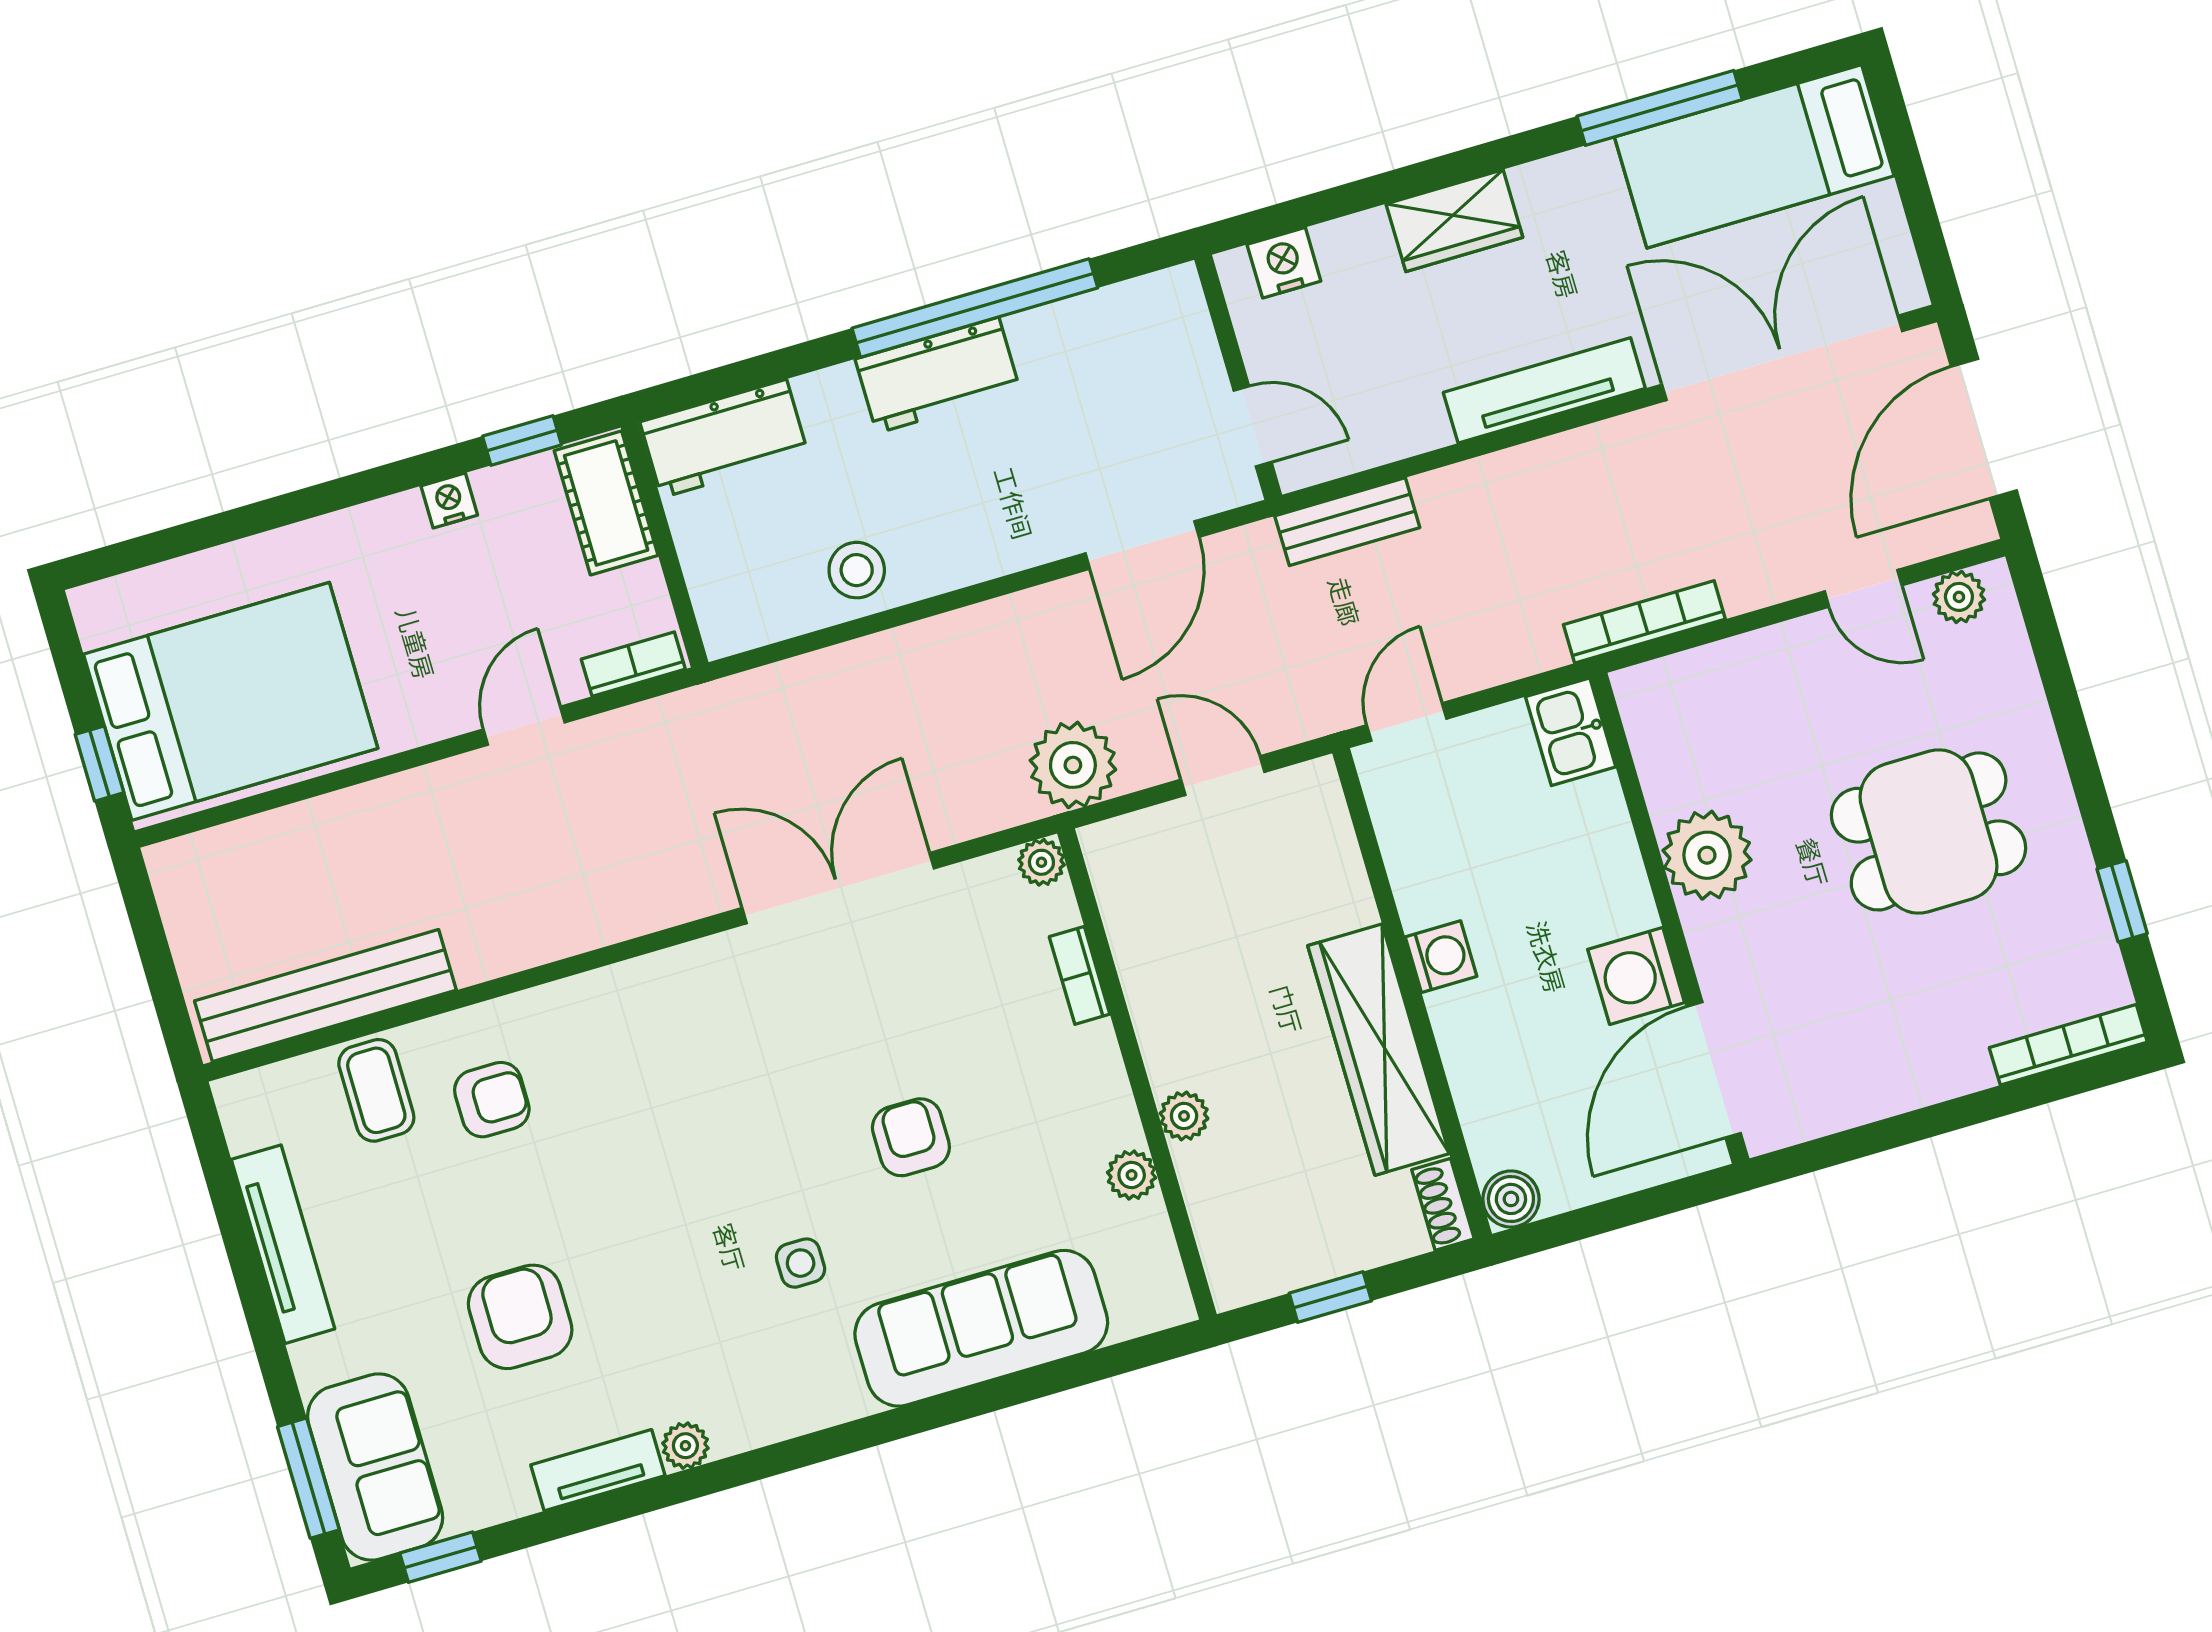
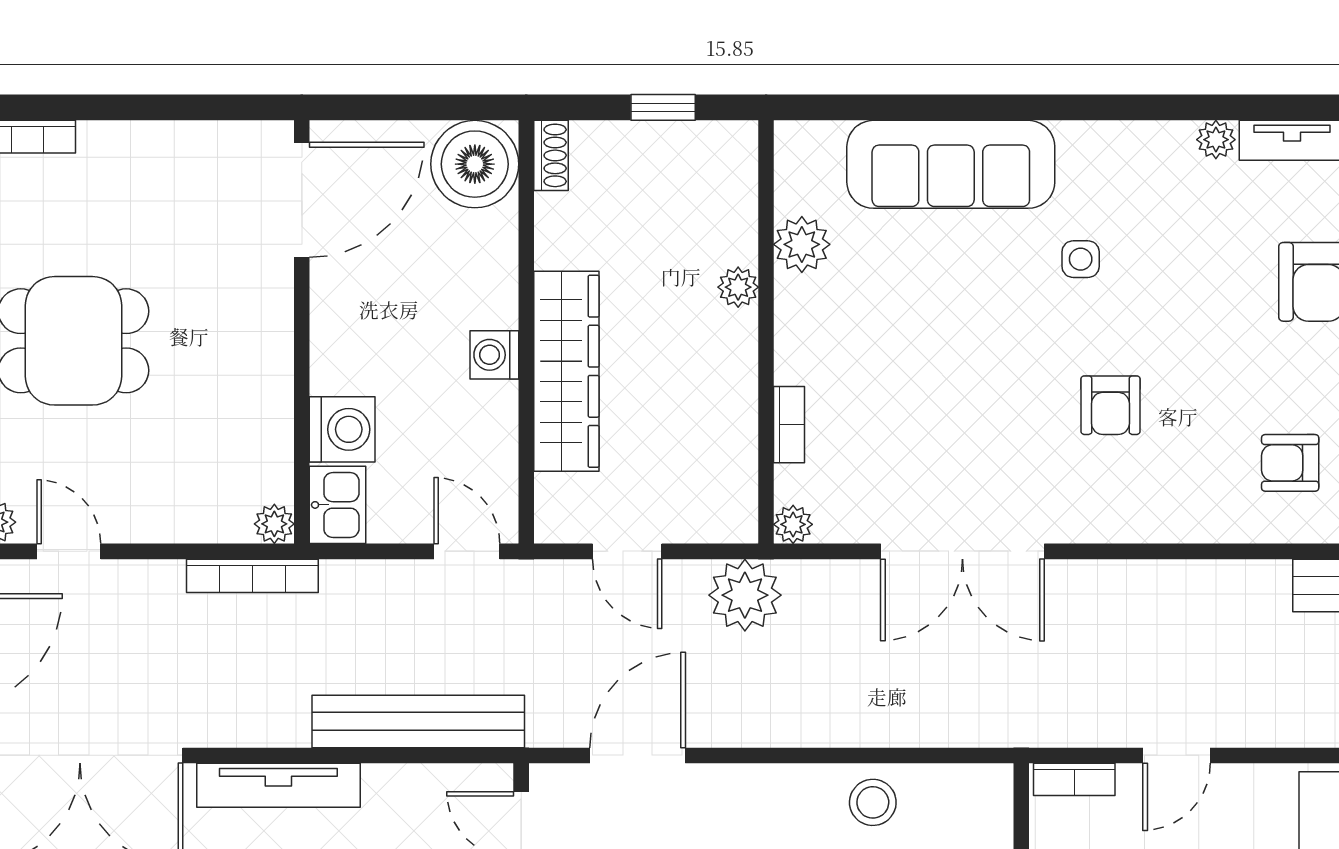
bench: (1347, 522) -> (418, 721), width x1.86, depth x1.21
door: (1407, 722) -> (467, 551), swing flipped
plant: (1707, 855) -> (274, 524), moved, width x0.53, depth x0.53
washing machine: (1636, 976) -> (342, 429), moved
wardrobe: (1379, 1050) -> (566, 371), moved
armchair: (911, 1137) -> (1110, 405), moved
plant: (1132, 1175) -> (802, 244), width x1.38, depth x1.38
boiler: (1511, 1199) -> (475, 164), width x1.86, depth x1.86

